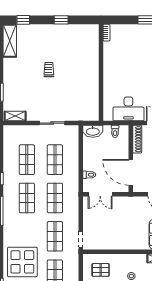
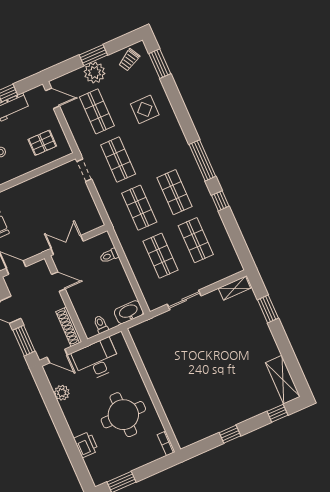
round table: (127, 64) -> (123, 415), added
trolley: (49, 70) -> (218, 365), removed
door: (131, 172) -> (58, 282), width x0.53
double door: (100, 194) -> (67, 245), moved
display table: (22, 262) -> (145, 109), width x0.54, depth x0.54

